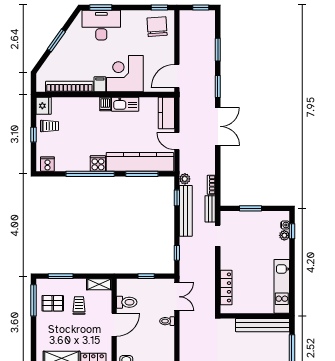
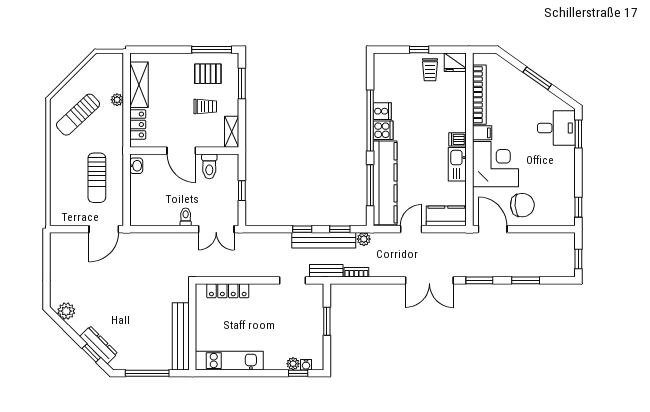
desk: (101, 25) -> (556, 128), width x0.73
chair: (157, 27) -> (522, 205), moved
cooker: (47, 164) -> (382, 111), moved
window: (177, 253) -> (302, 229), moved
pallet: (53, 303) -> (208, 74), turned 90

